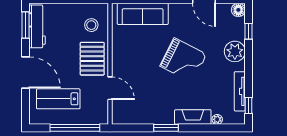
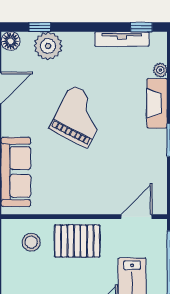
plant: (235, 51) -> (48, 46), moved
door: (110, 88) -> (137, 217), moved

